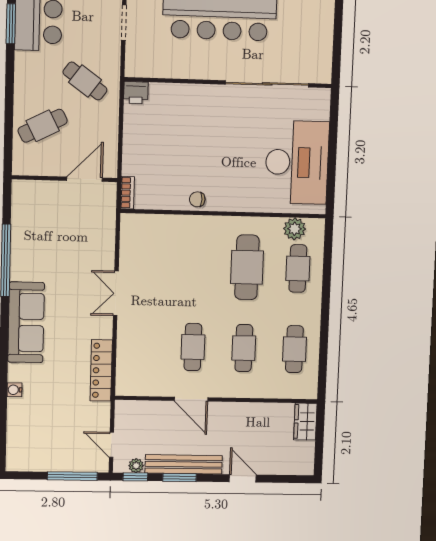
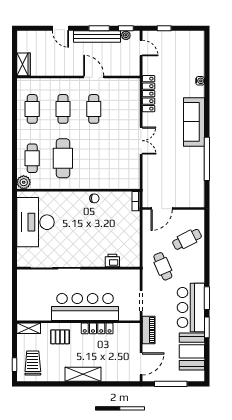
cafe table: (85, 81) -> (163, 266), turned 31
printer: (136, 93) -> (112, 261), moved
plant: (295, 229) -> (24, 182), moved
window: (72, 476) -> (164, 28), width x0.46

